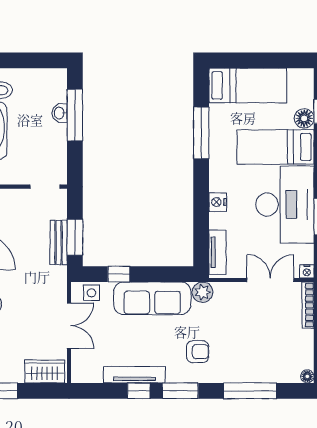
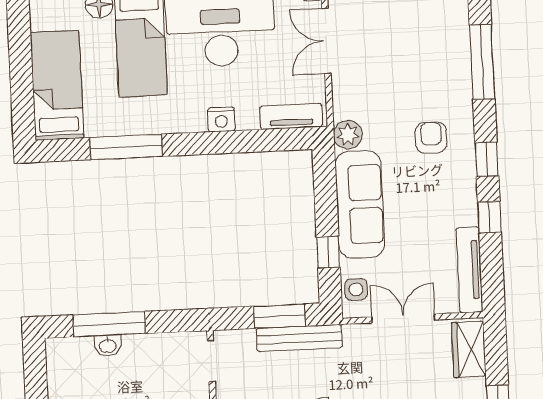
bench: (59, 242) -> (299, 338), width x1.36
tv unit: (135, 375) -> (469, 270), moved
window: (180, 391) -> (487, 159), width x0.67

